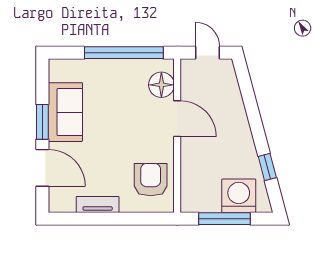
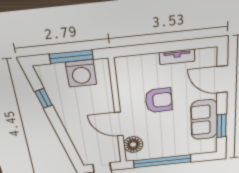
window: (42, 122) -> (221, 126), moved
armchair: (151, 180) -> (159, 100), moved, turned -91
washing machine: (239, 196) -> (81, 73), moved

